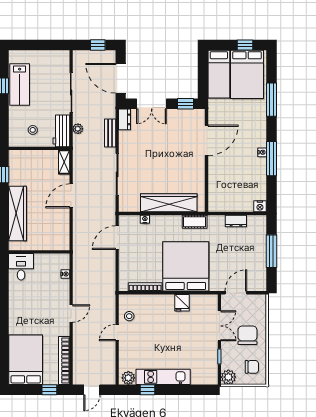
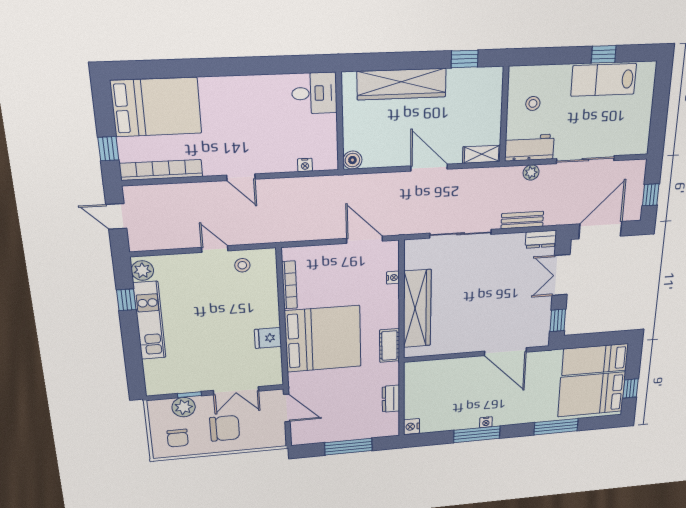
boiler: (64, 244) -> (352, 160), added
plant: (228, 377) -> (184, 407), moved

